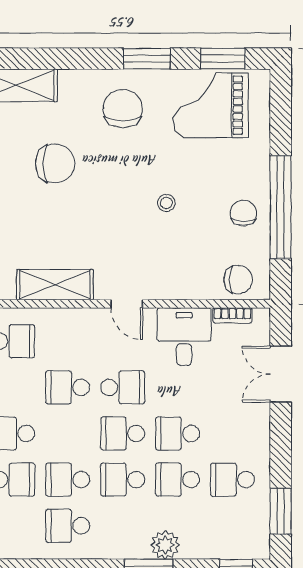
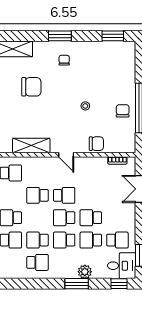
window: (147, 59) -> (60, 36), moved
grand piano: (211, 105) -> (107, 59), removed
chair: (123, 109) -> (64, 60), width x0.54, depth x0.54
chair: (238, 280) -> (96, 144), moved
desk: (184, 337) -> (122, 266), moved, turned 90
school desk: (233, 480) -> (117, 240), turned 180
school desk: (68, 526) -> (38, 262), turned 180

